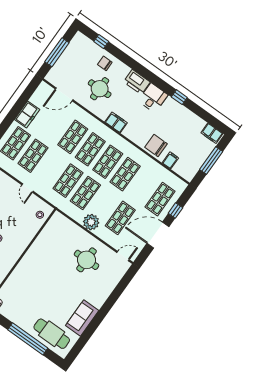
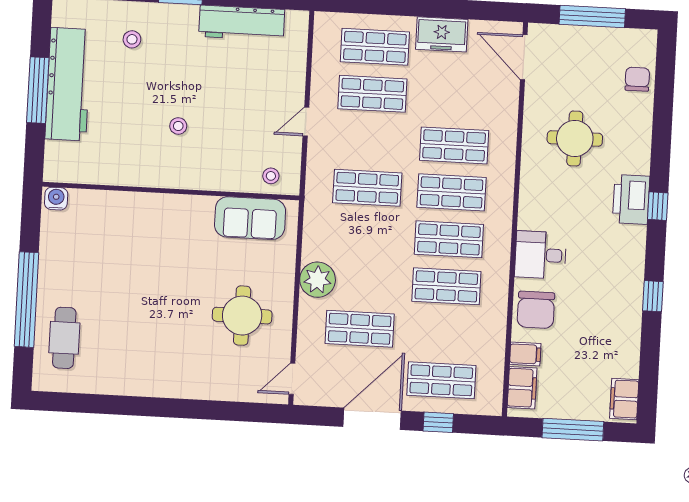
window: (101, 41) -> (658, 206), moved
chair: (105, 63) -> (637, 79), moved
door: (64, 94) -> (524, 57), moved
desk: (153, 98) -> (541, 255), moved, turned 180
filing cabinet: (116, 122) -> (522, 388), moved
chair: (156, 146) -> (536, 310), turned 180
shop shelf: (85, 193) -> (365, 235), removed
door: (158, 235) -> (372, 419), hinge flipped
door: (123, 256) -> (292, 379), swing flipped
sofa: (82, 318) -> (250, 218), moved, turned 180
cafe table: (52, 334) -> (64, 338), width x0.73, depth x0.74

